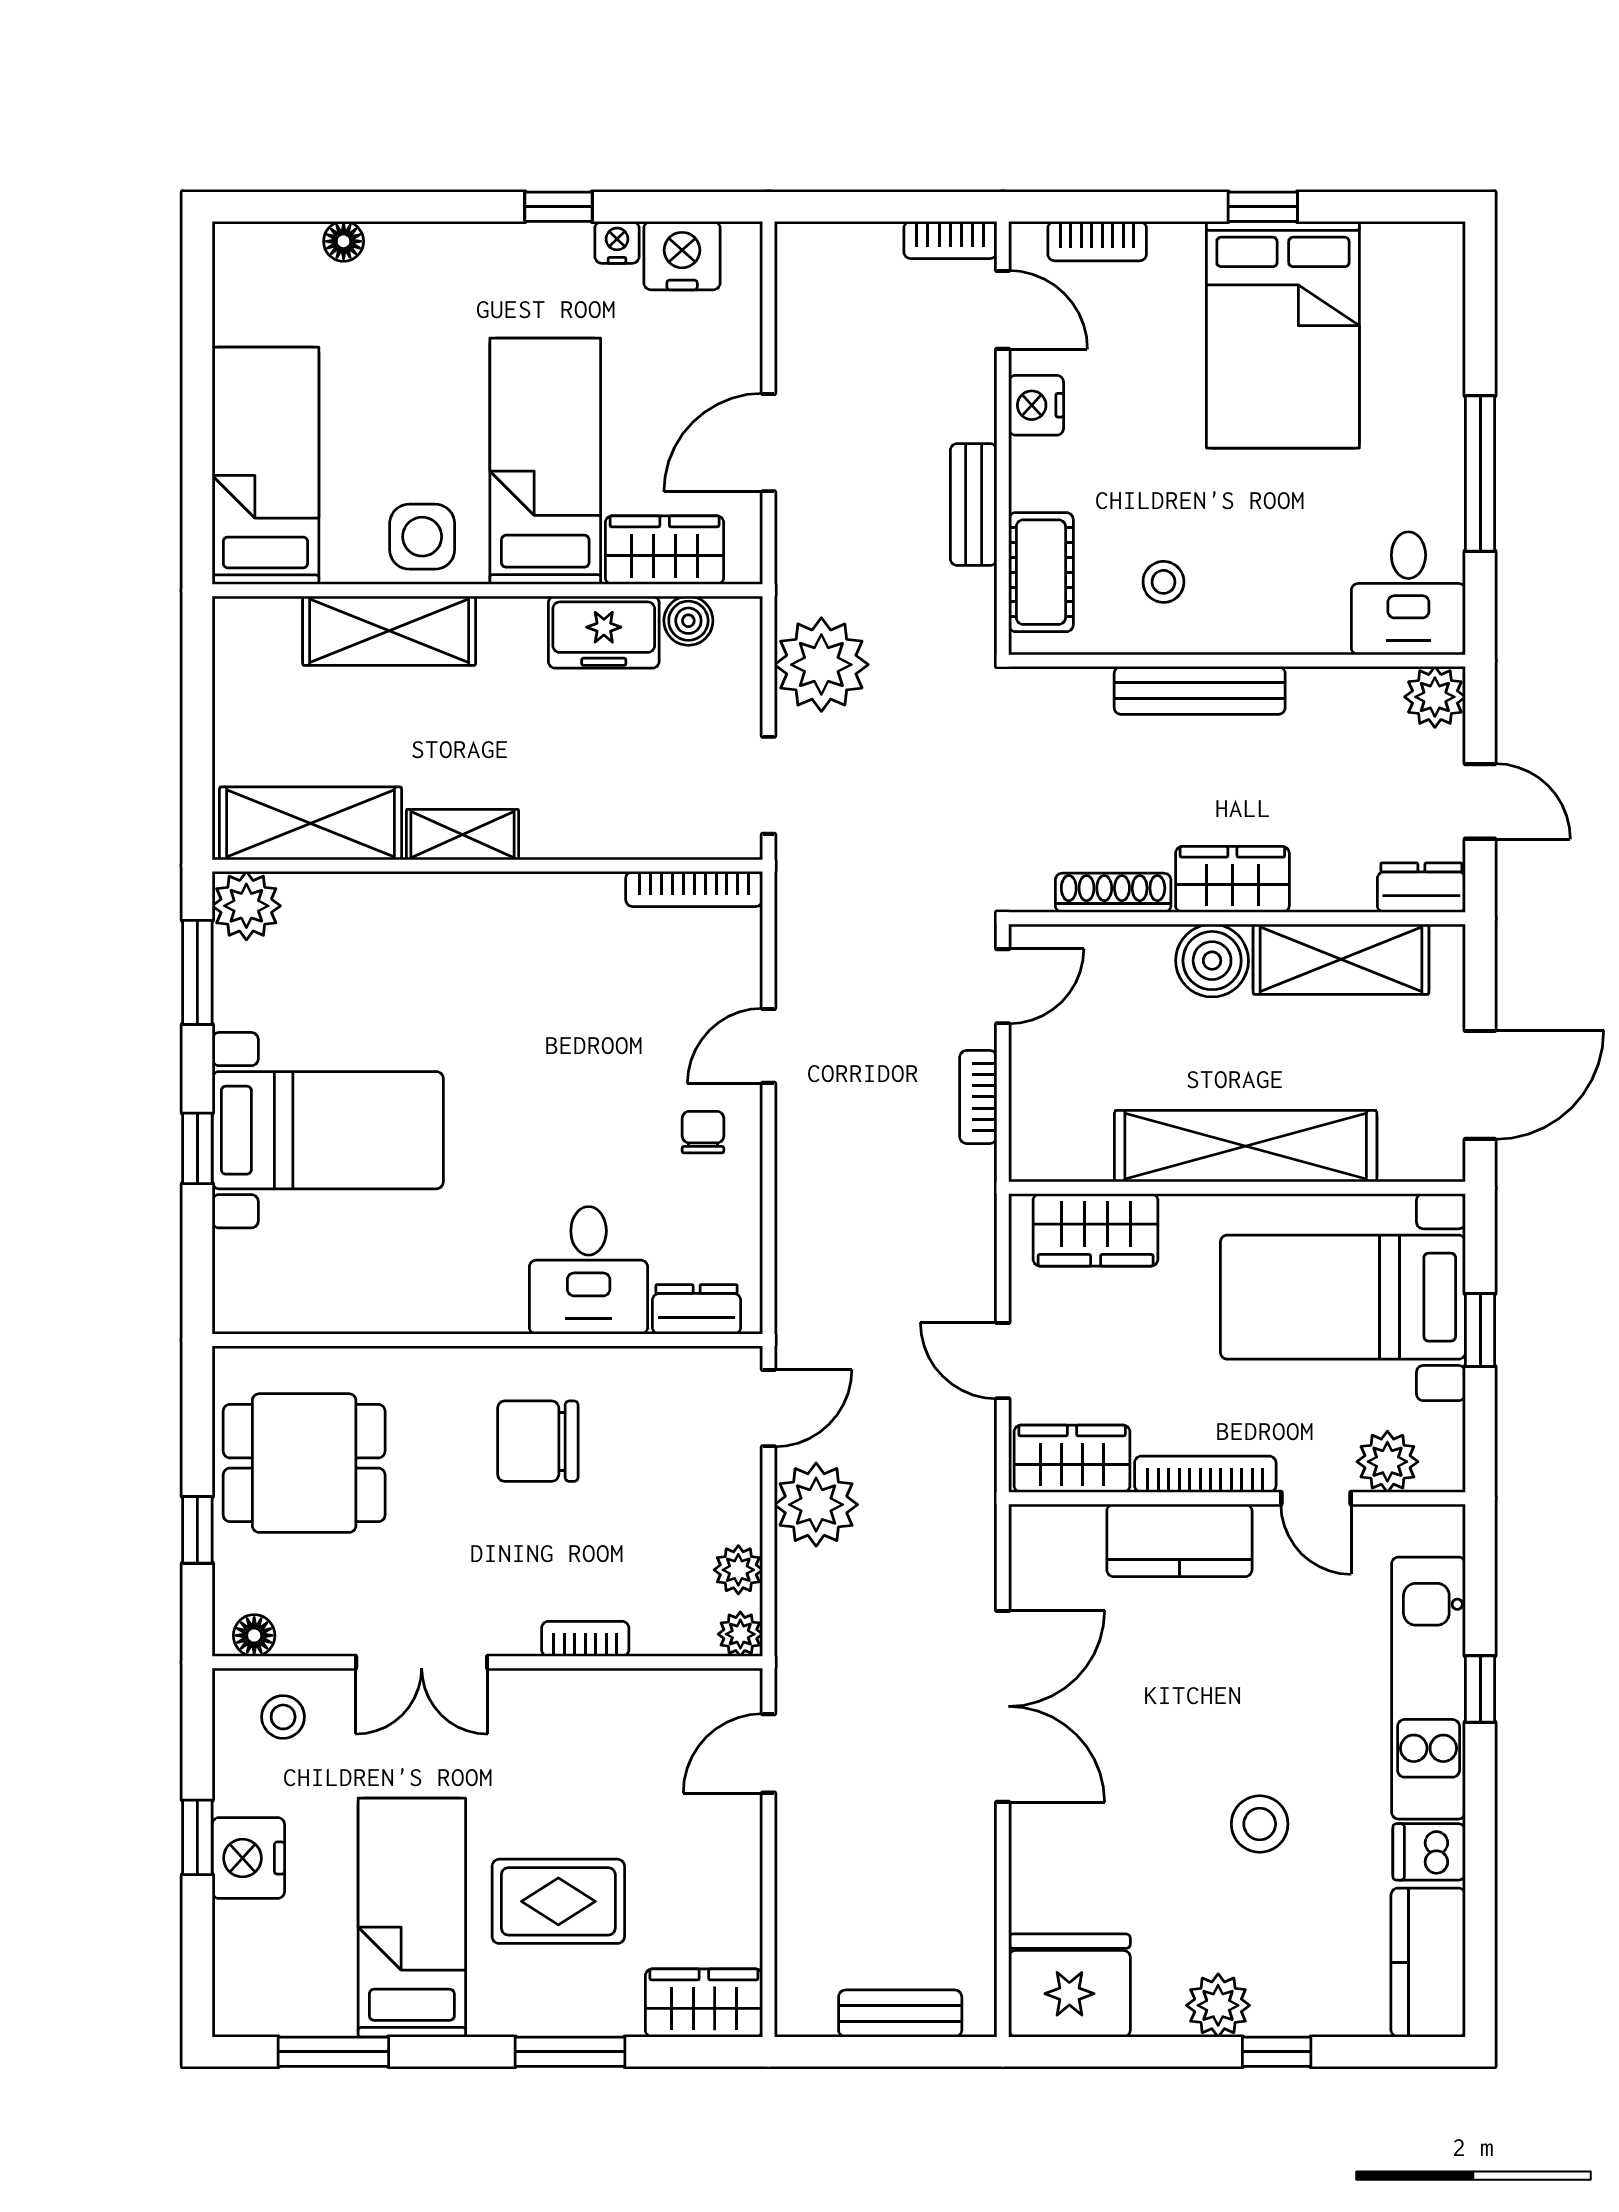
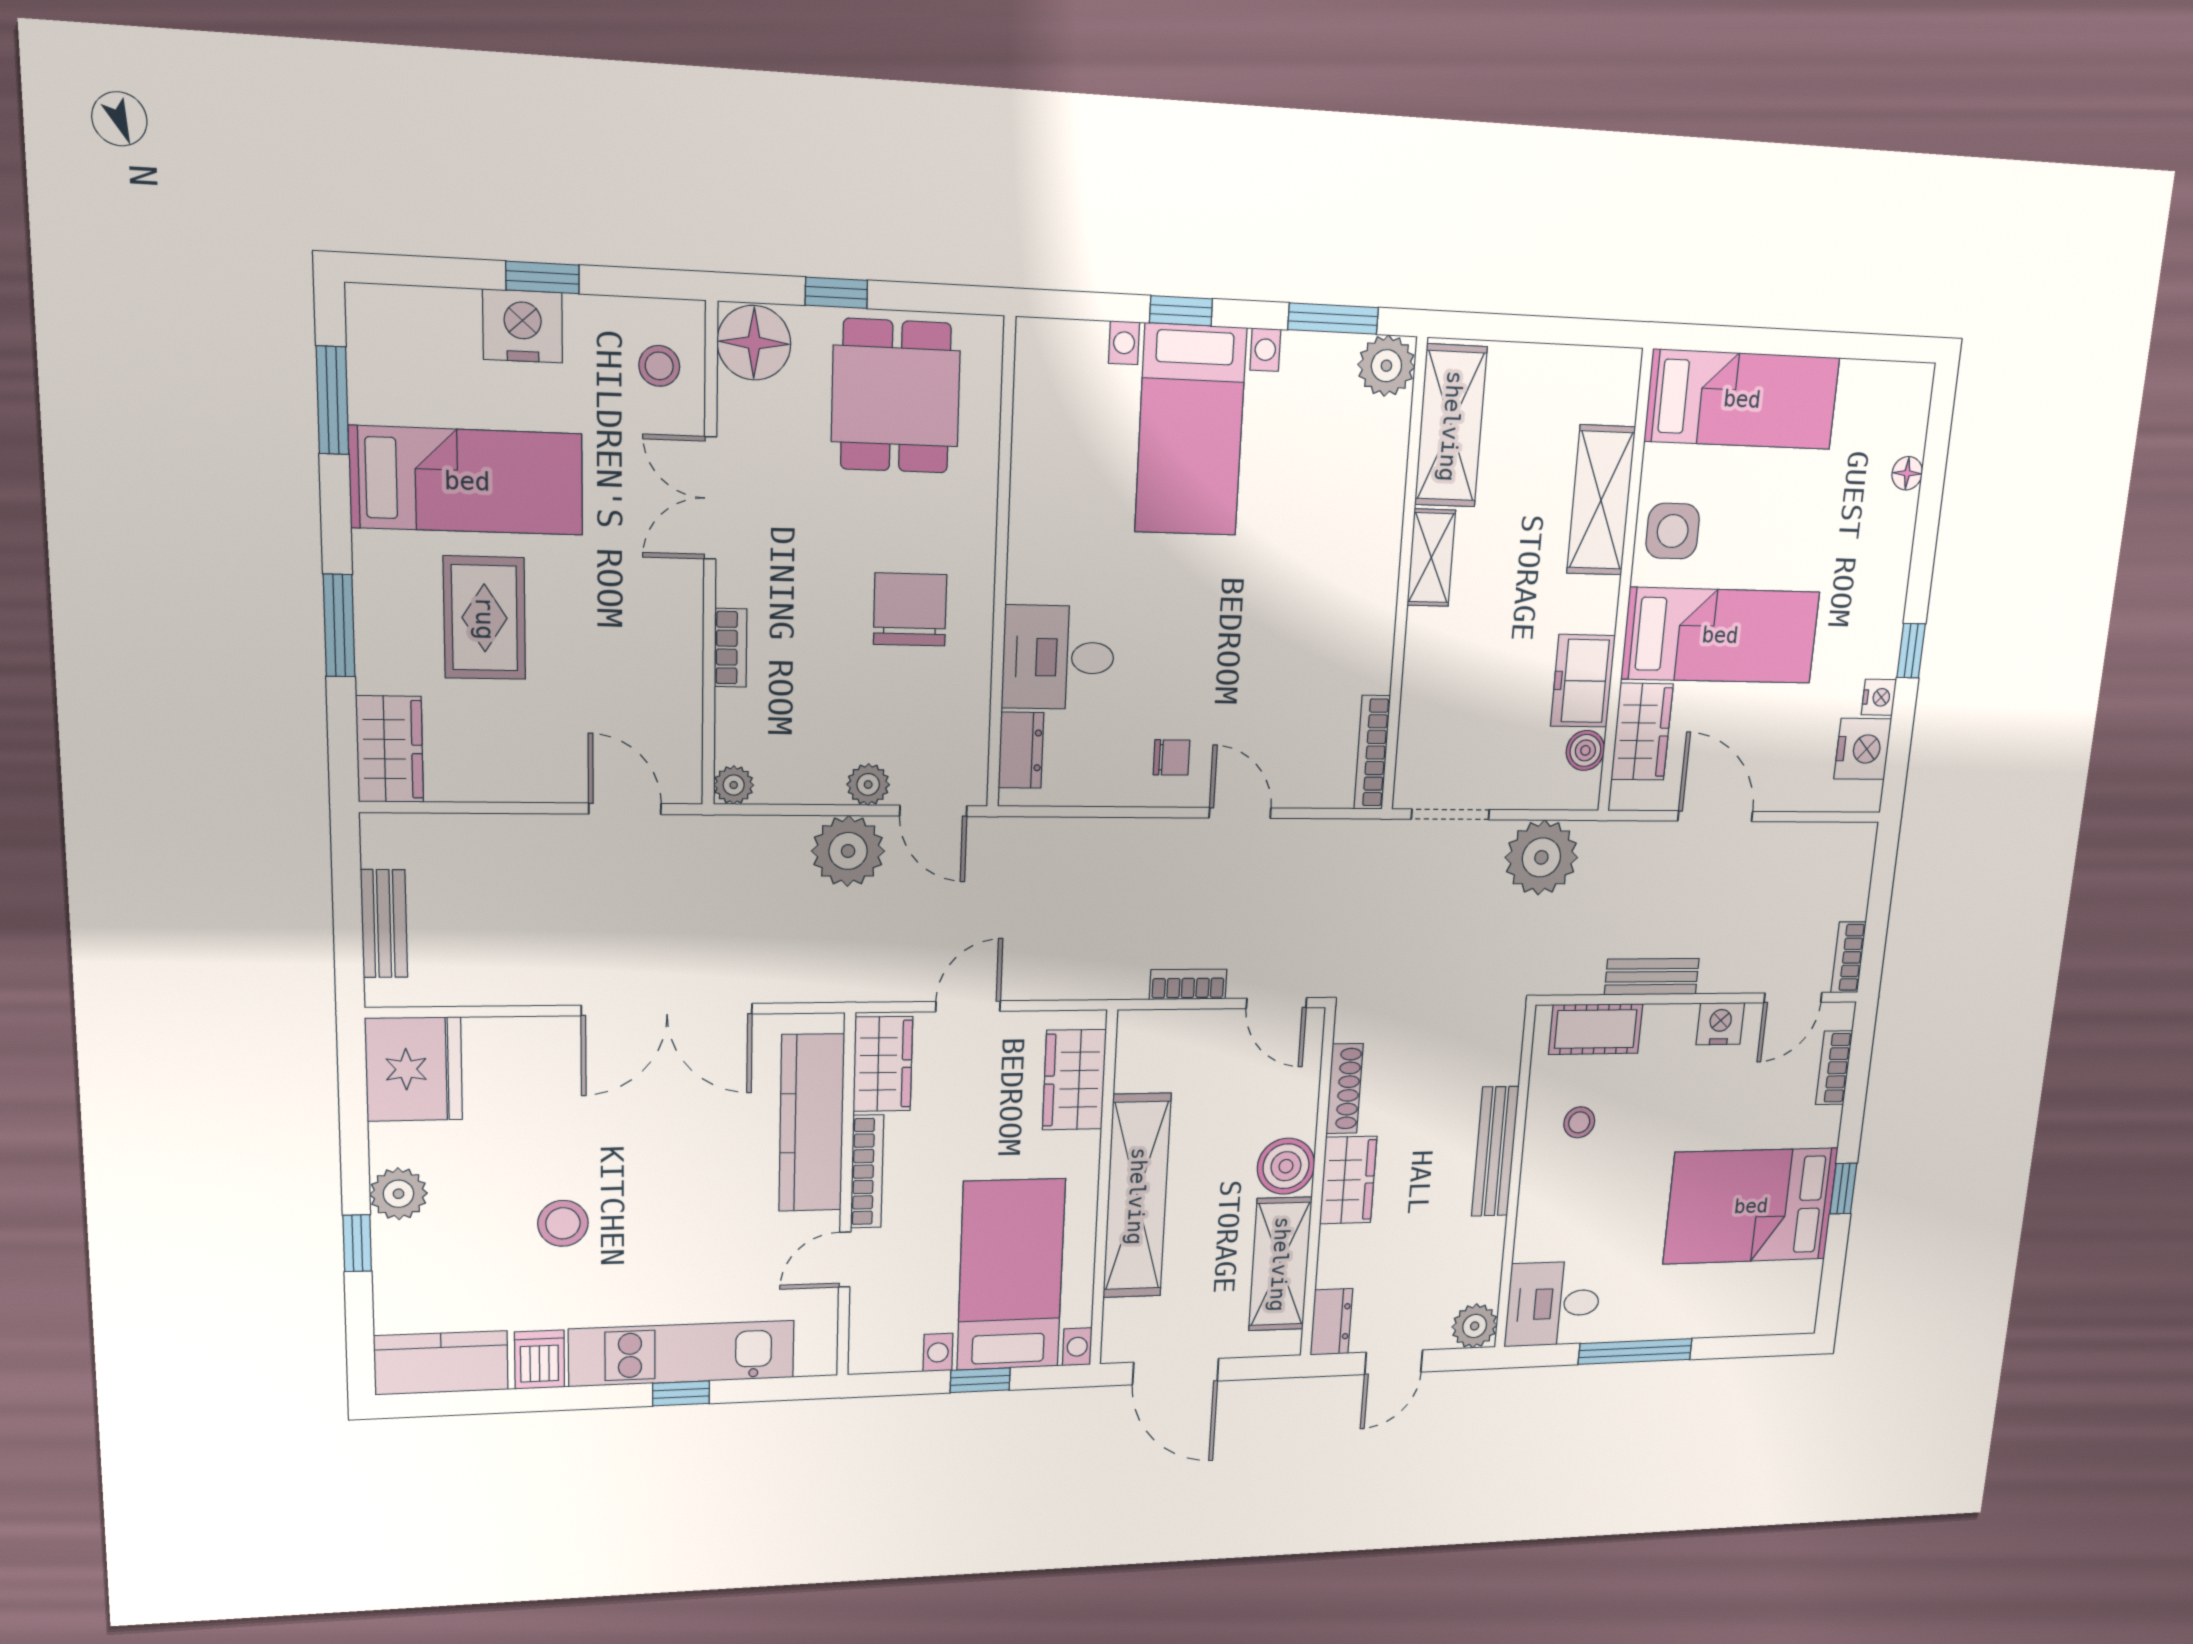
plant: (1387, 1462) -> (874, 1314), removed
kitchen counter: (1179, 1540) -> (812, 1123), width x1.50
plant: (738, 1570) -> (868, 784), moved
floor lamp: (254, 1635) -> (754, 343), width x1.89, depth x1.89

